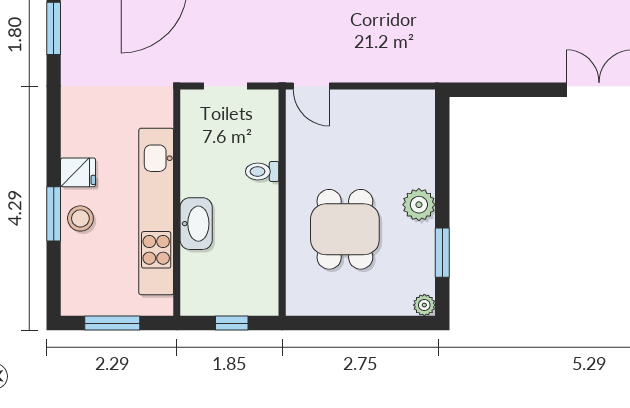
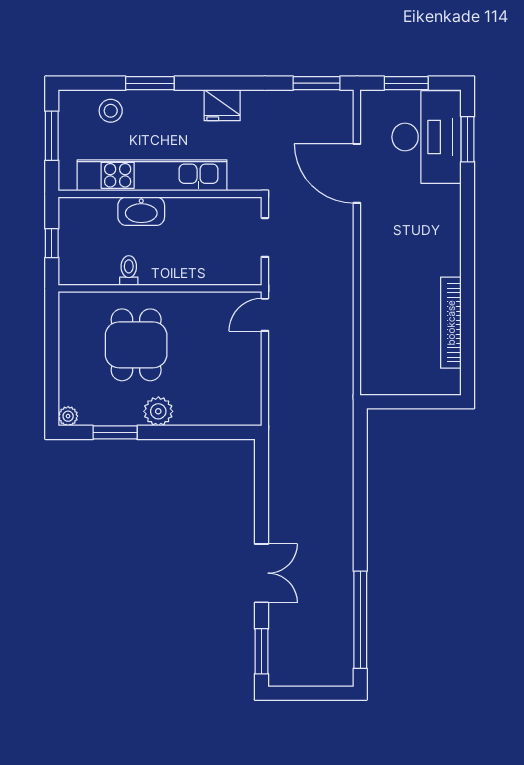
toilet: (262, 171) -> (129, 270), moved
fridge: (78, 172) -> (222, 105), moved, width x1.38
stool: (80, 218) -> (111, 111), moved
dining table: (345, 229) -> (136, 345), turned 90

